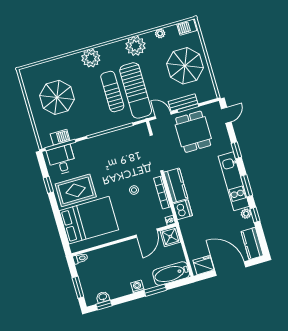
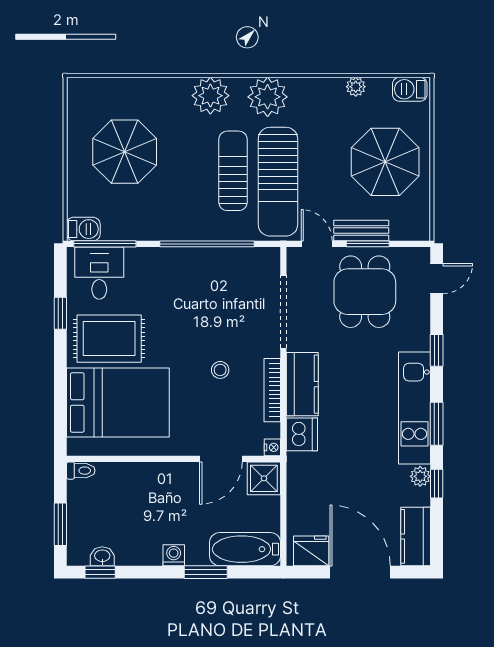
plant: (136, 46) -> (268, 97), moved
barbecue: (60, 137) -> (83, 229), moved

